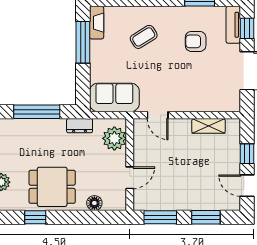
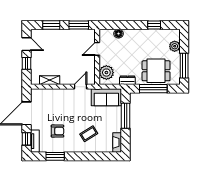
window: (83, 42) -> (125, 116), moved
door: (158, 115) -> (80, 87), hinge flipped
dining table: (52, 187) -> (156, 71), moved

